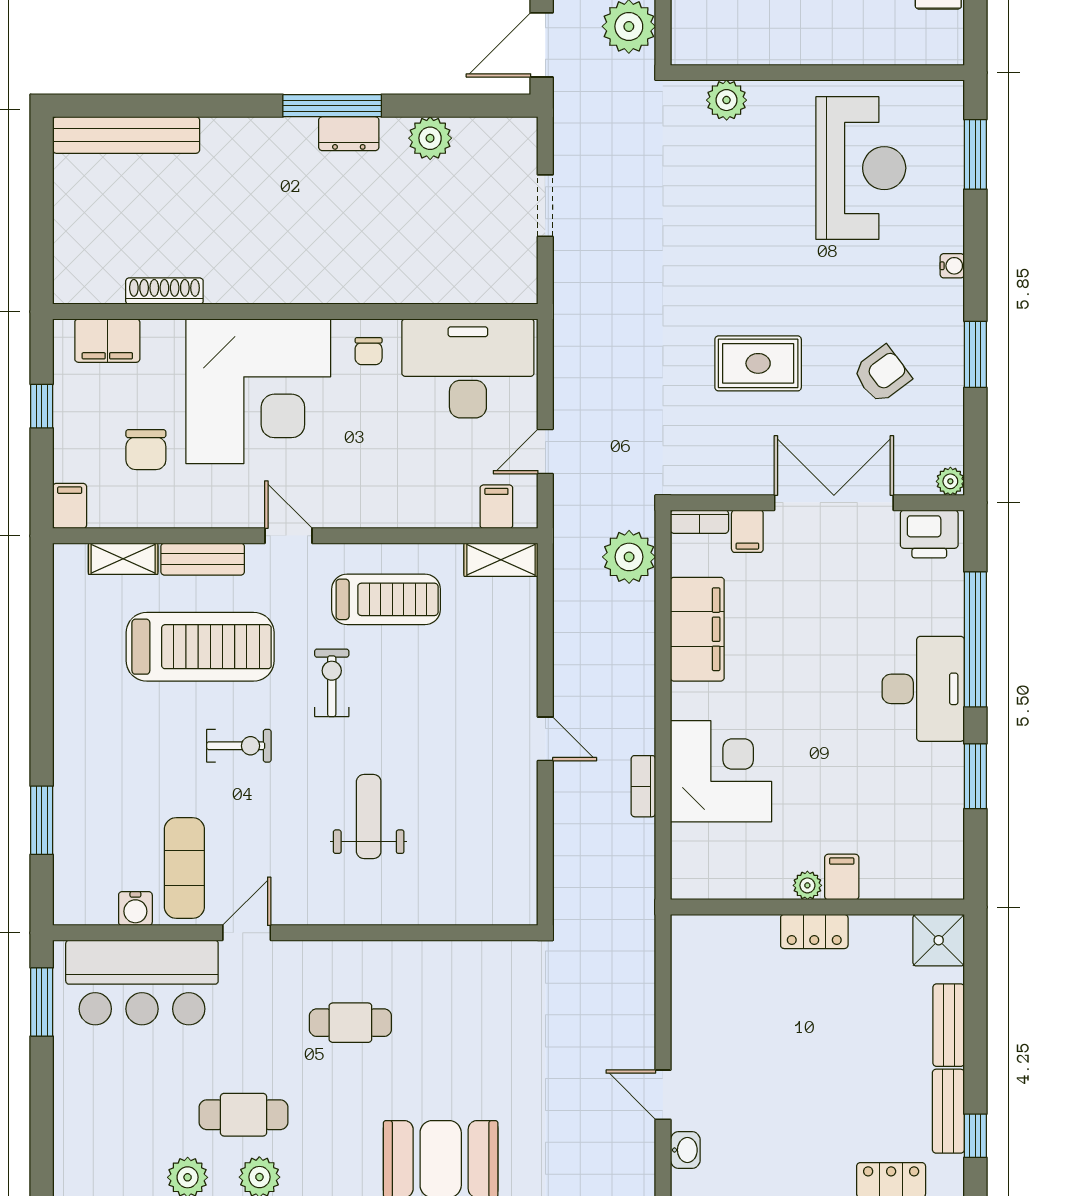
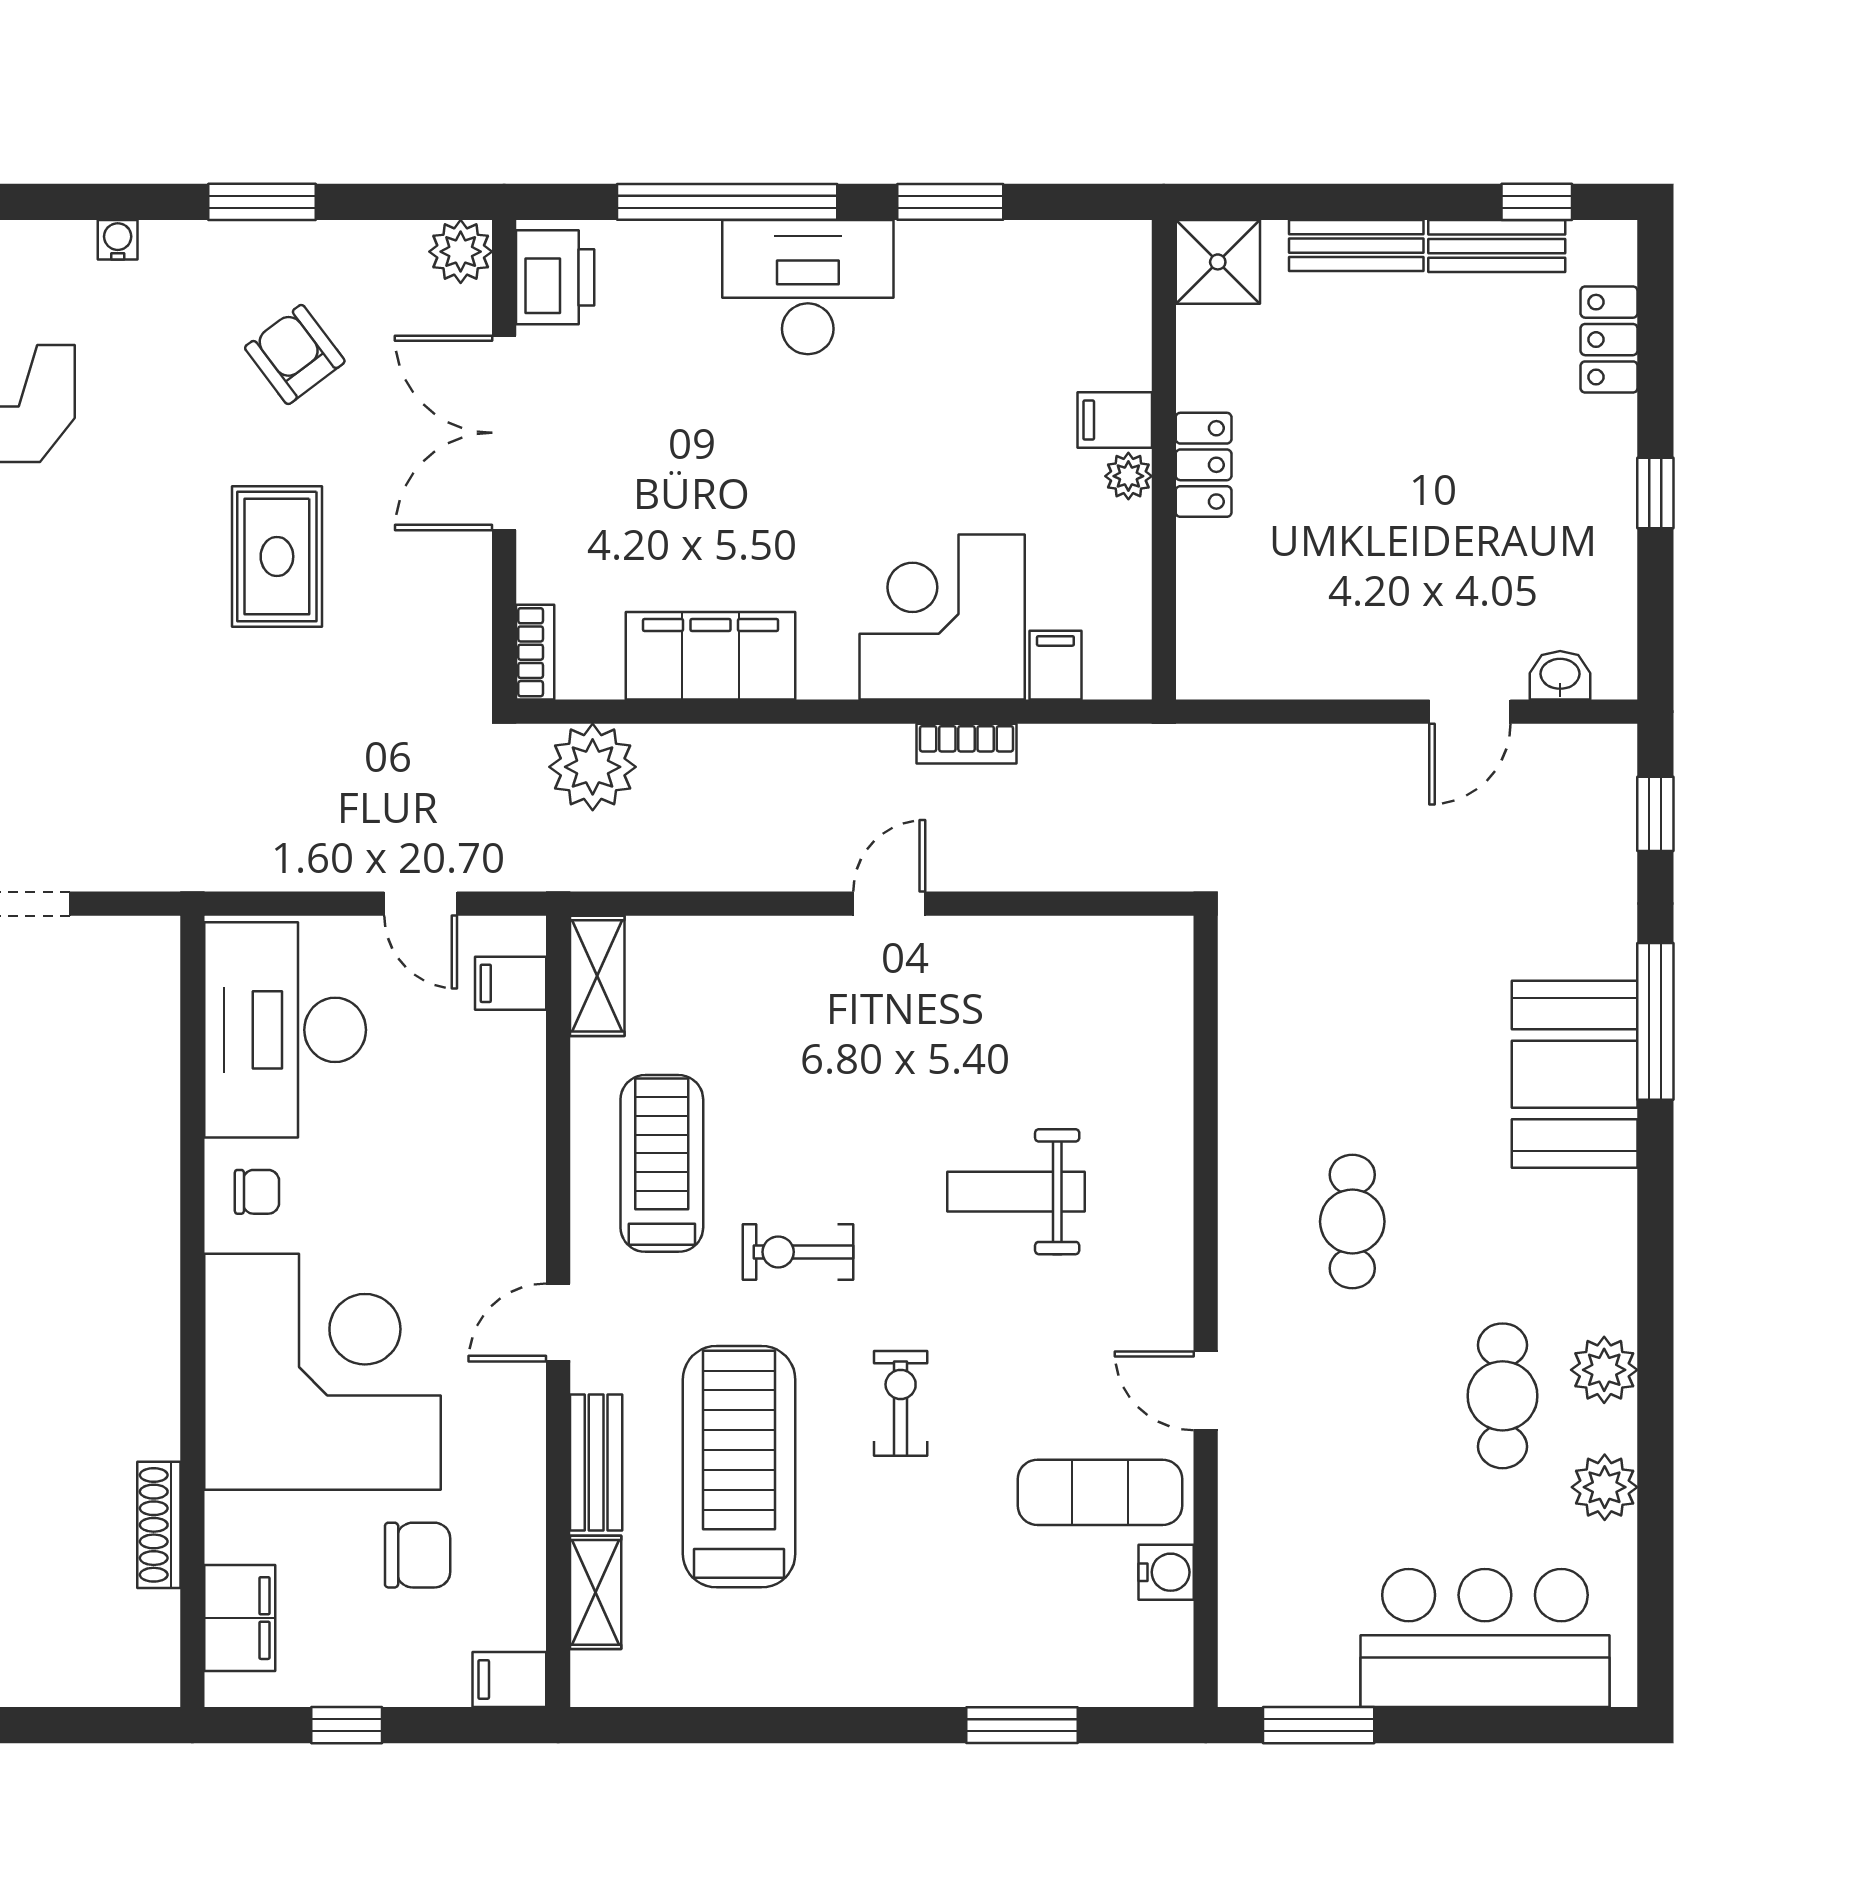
plant: (950, 481) -> (461, 252), width x1.38, depth x1.38
filing cabinet: (747, 531) -> (1055, 665), moved, turned -90
bar counter: (142, 983) -> (1485, 1638), moved, turned -90

